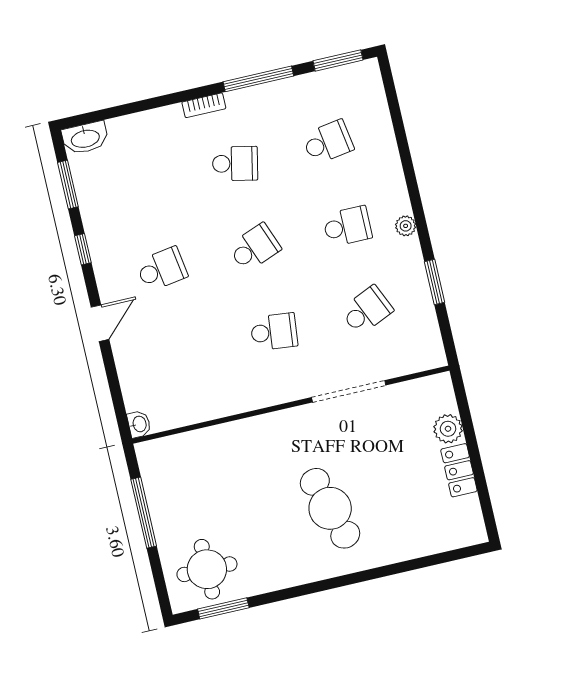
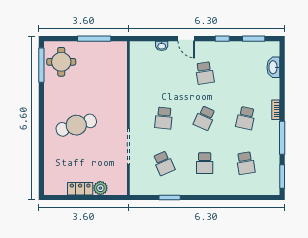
washbasin: (85, 138) -> (273, 67), moved
plant: (406, 226) -> (199, 190), removed
school desk: (255, 248) -> (205, 118), turned 45
washbasin: (139, 424) -> (162, 46), moved
window: (223, 608) -> (41, 65), width x1.44

